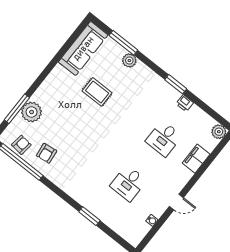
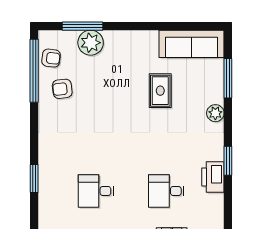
plant: (129, 61) -> (215, 113), moved
printer: (185, 103) -> (213, 177), width x1.87, depth x1.48

